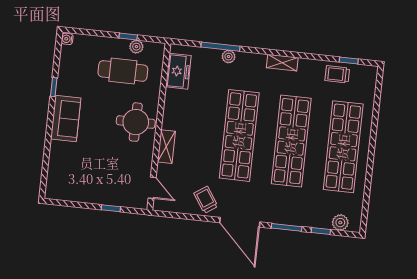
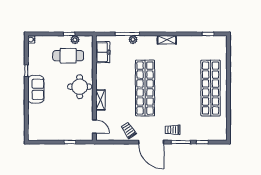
trolley: (337, 74) -> (173, 130), moved
shop shelf: (291, 141) -> (178, 88), removed
plant: (340, 223) -> (214, 135), removed

